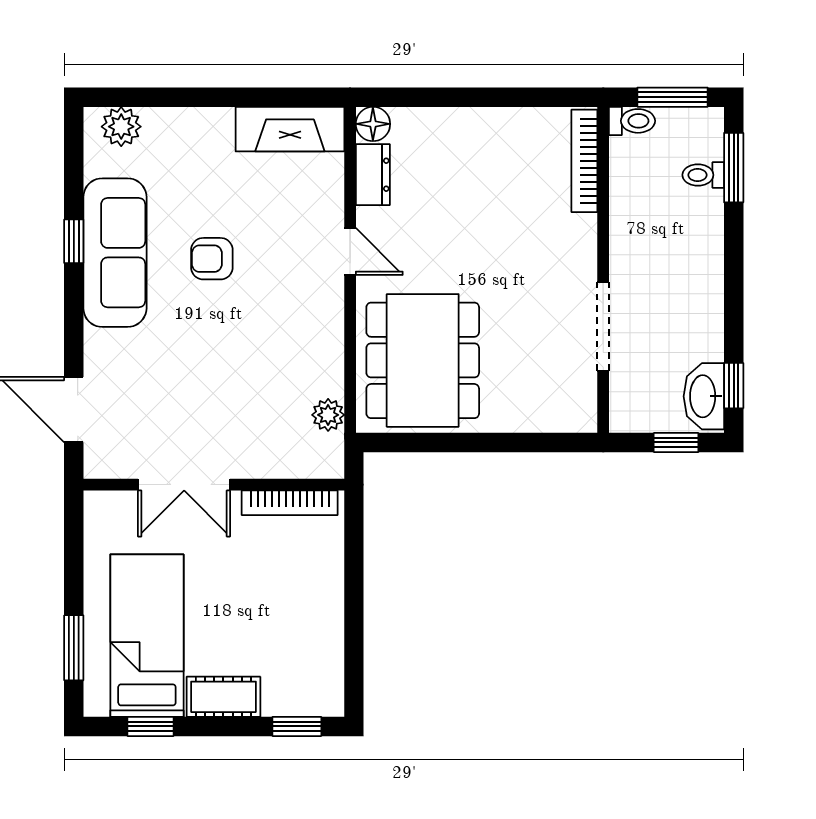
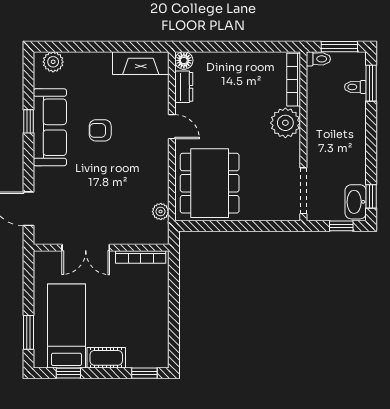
plant: (569, 244) -> (285, 123), added
doorway: (603, 326) -> (303, 191), moved

